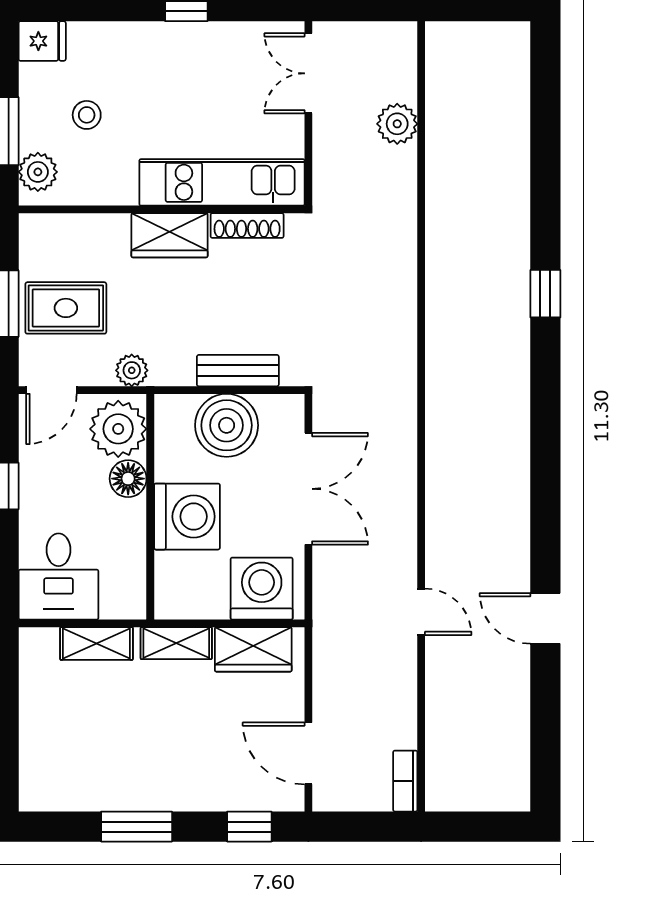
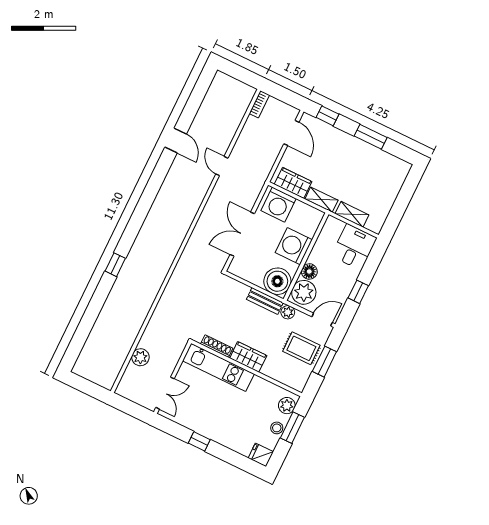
stool: (87, 115) -> (277, 428), moved
bench: (238, 371) -> (265, 301), moved
boiler: (227, 425) -> (277, 281), moved

